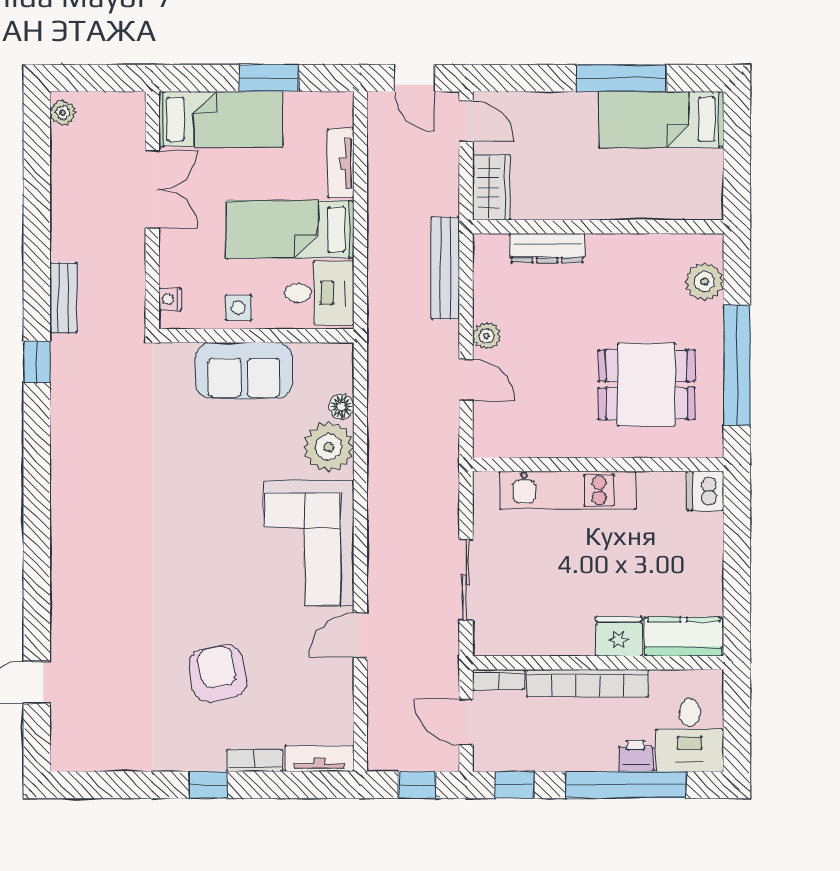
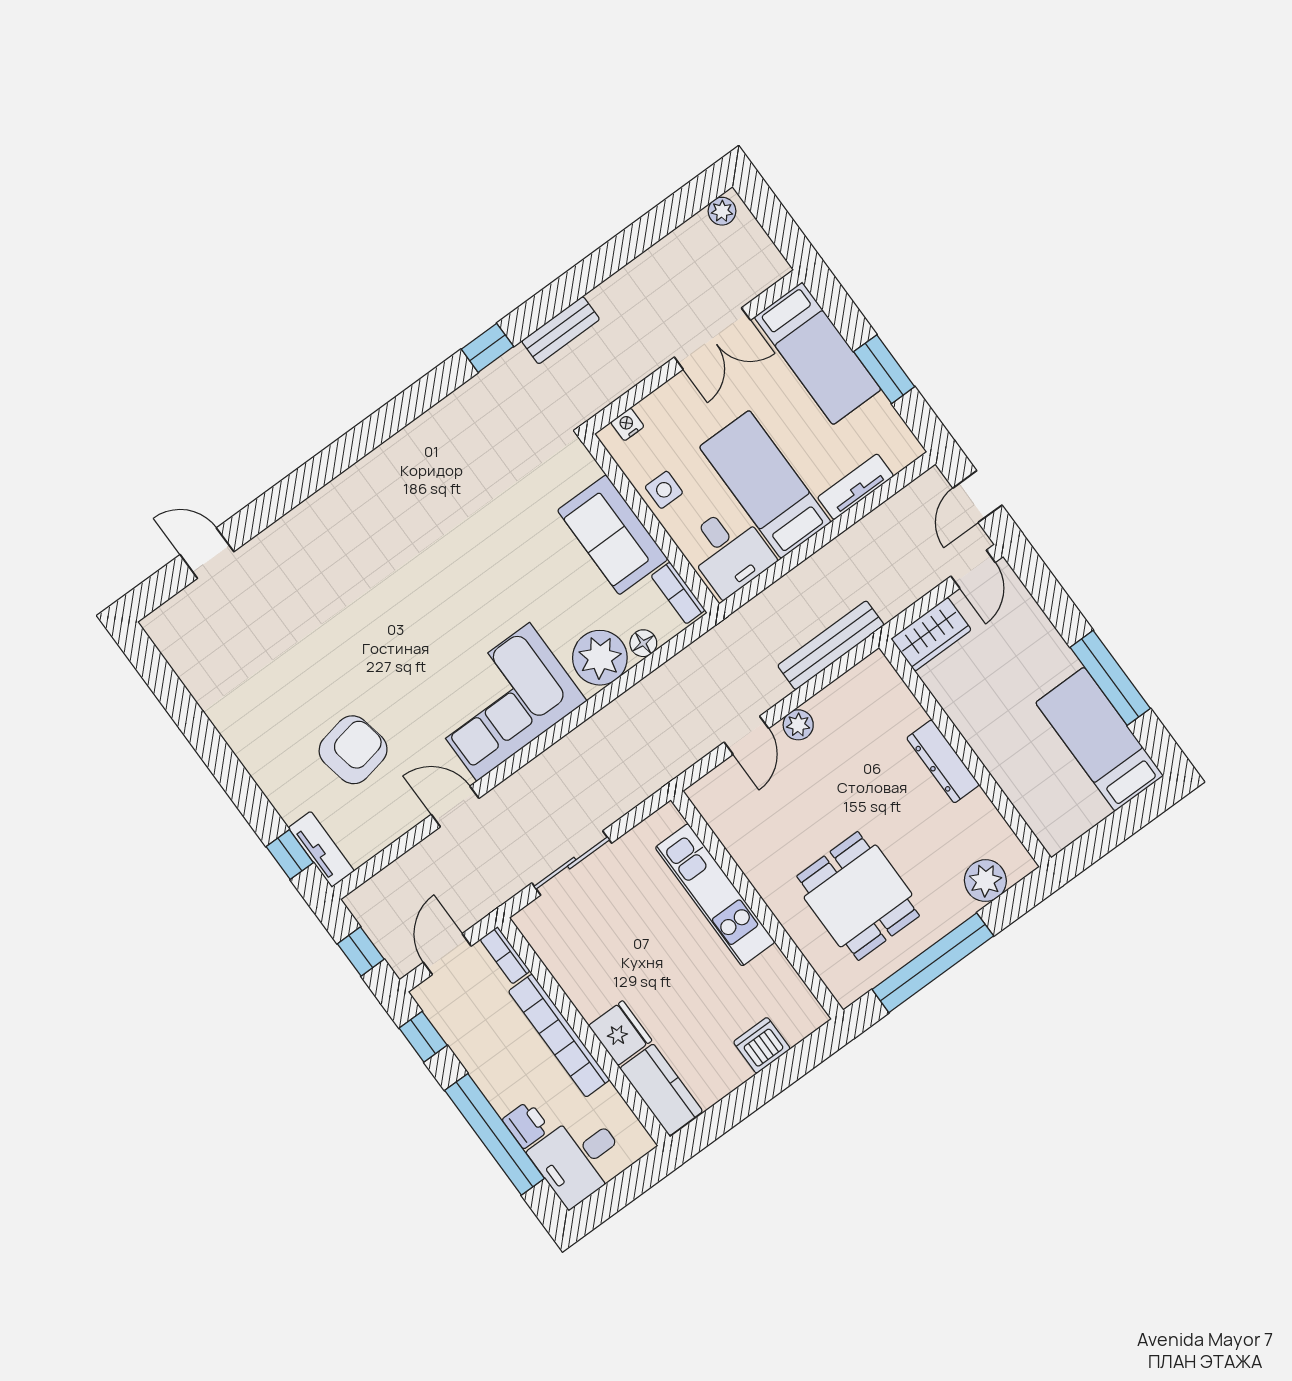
dresser: (547, 248) -> (943, 761), moved
dishwasher: (705, 491) -> (762, 1045), moved
armchair: (218, 674) -> (353, 750), moved
bookcase: (255, 761) -> (678, 593), moved, turned 180
window: (208, 785) -> (290, 855), moved

